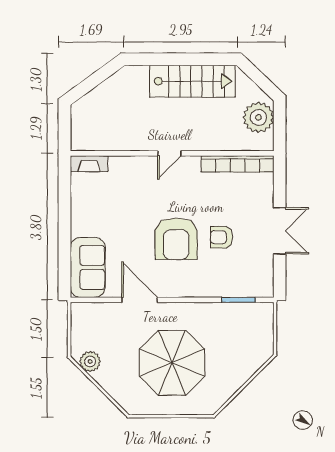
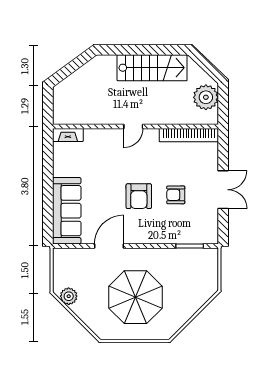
armchair: (176, 239) -> (139, 196), width x0.73, depth x0.73
sofa: (88, 267) -> (67, 211), width x1.36
door: (140, 300) -> (109, 246), hinge flipped

